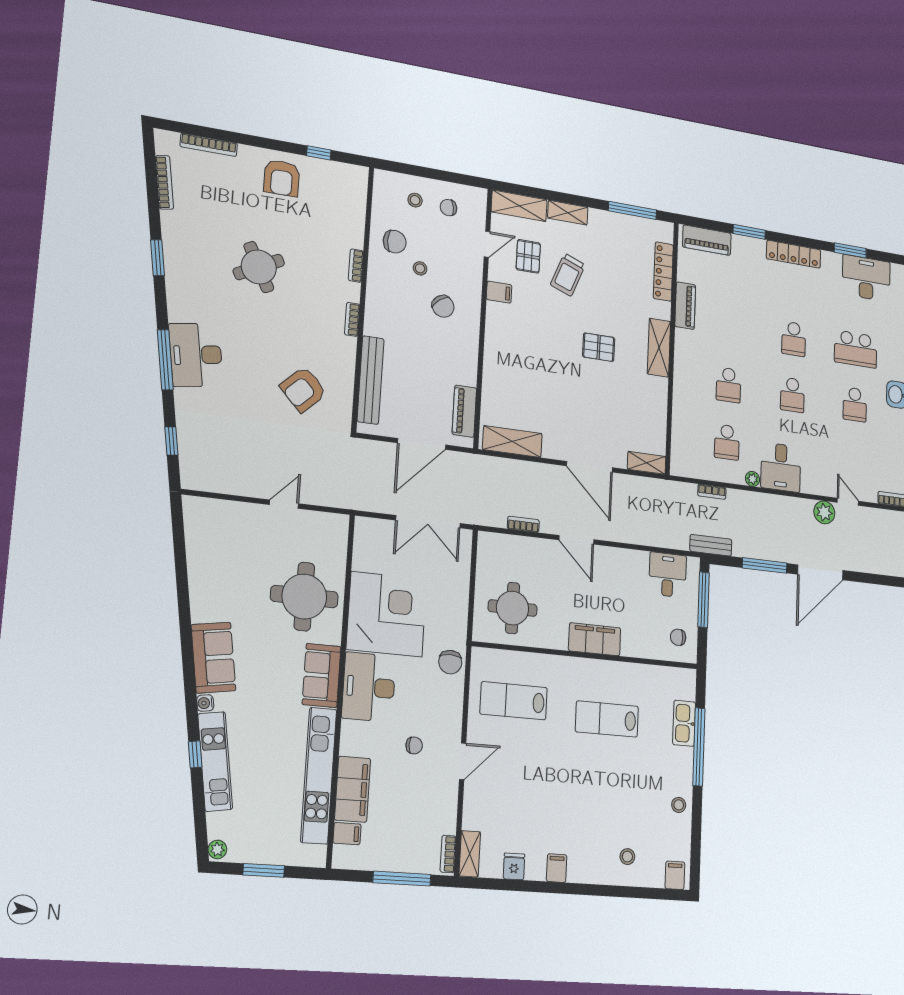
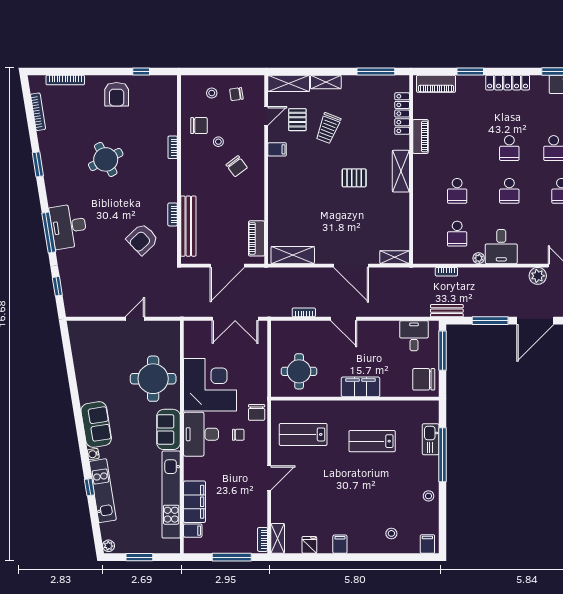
bookcase: (352, 319) -> (173, 214), moved
chair: (678, 637) -> (424, 379), width x1.87, depth x1.87
chair: (414, 745) -> (238, 435), moved

